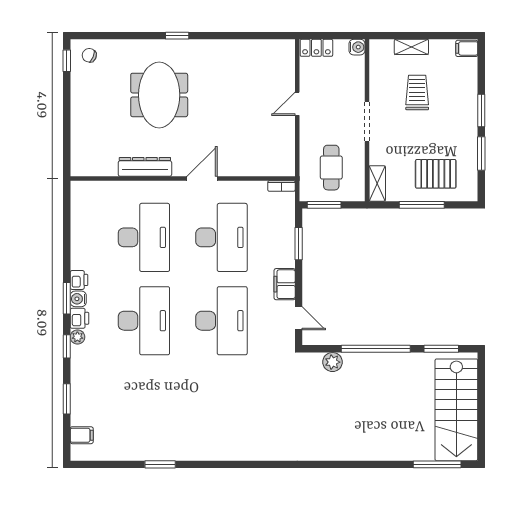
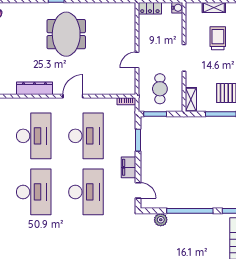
meeting table: (159, 95) -> (66, 34), moved
door: (297, 104) -> (137, 60), moved

